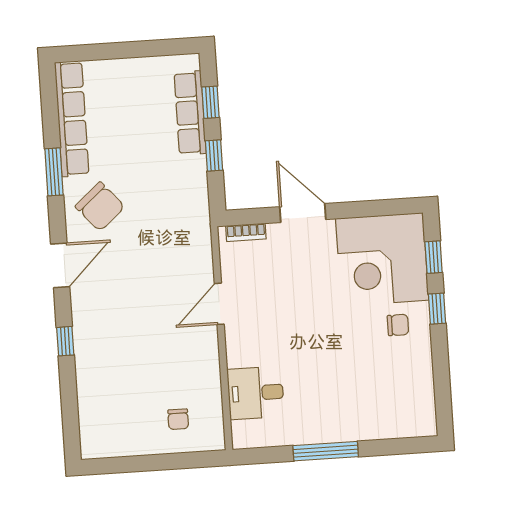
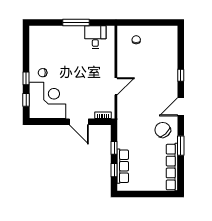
desk: (256, 393) -> (95, 37), moved, turned -90

